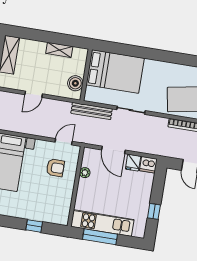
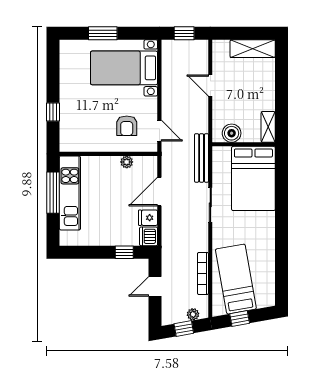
shelving: (59, 50) -> (268, 127), moved
window: (154, 211) -> (124, 252), moved

